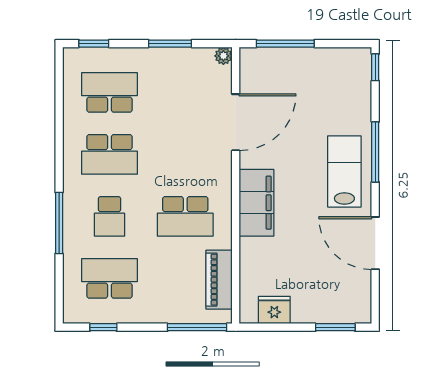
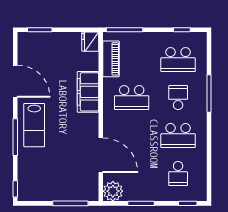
plant: (223, 56) -> (113, 191), width x1.87, depth x1.87
school desk: (110, 92) -> (178, 173), width x0.54
door: (236, 122) -> (101, 155), swing flipped
school desk: (110, 154) -> (178, 136), turned 180
filing cabinet: (256, 203) -> (88, 92), moved
school desk: (185, 216) -> (132, 98), turned 180
fridge: (274, 310) -> (90, 42), moved, turned 90

